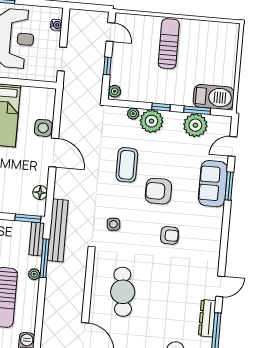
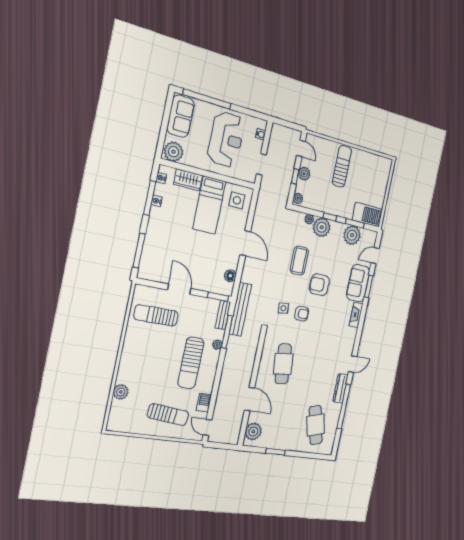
plant: (119, 61) -> (304, 174), added
side table: (43, 128) -> (237, 200), moved
fireplace: (216, 224) -> (356, 315), added
armchair: (170, 235) -> (302, 314), moved

